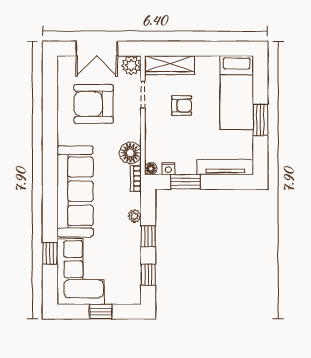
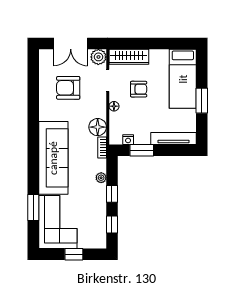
armchair: (94, 104) -> (68, 88), width x0.73, depth x0.73
floor lamp: (151, 169) -> (114, 106), moved
window: (50, 253) -> (33, 207), width x1.50

